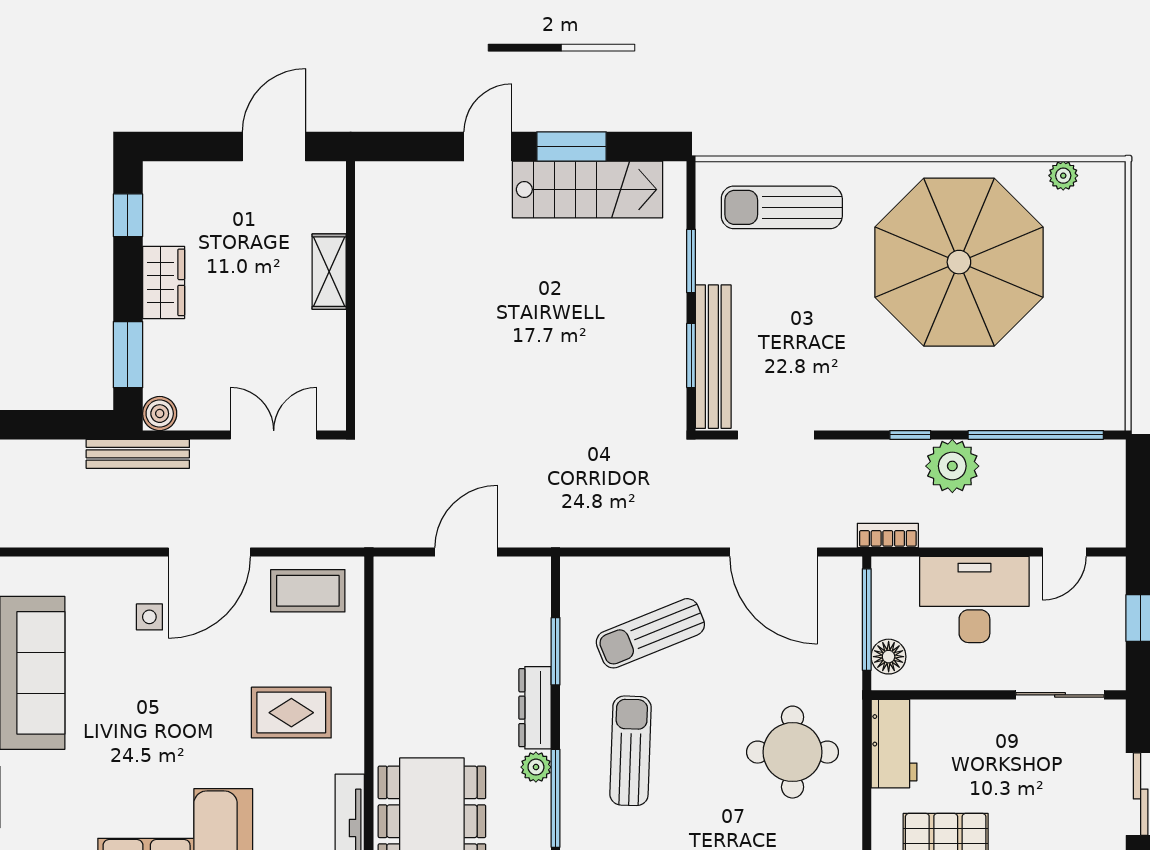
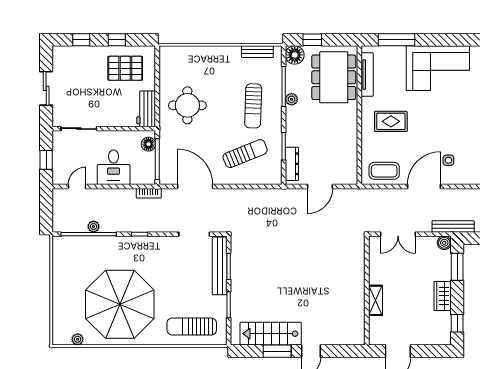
sun lounger: (782, 207) -> (192, 326), turned 180
plant: (952, 466) -> (93, 227), moved, width x0.53, depth x0.53
desk: (974, 599) -> (114, 167), width x0.73
dresser: (535, 708) -> (292, 164), moved

